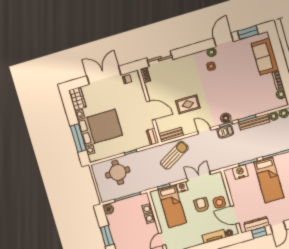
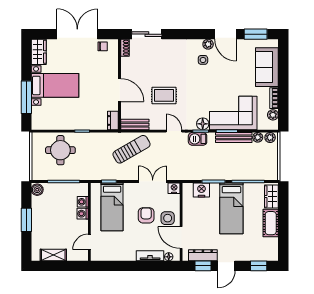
door: (223, 40) -> (226, 34), swing flipped
corner sofa: (248, 102) -> (233, 113), added
bed with nightstands: (100, 128) -> (55, 85), width x0.73
nightstand: (182, 187) -> (174, 188), moved

